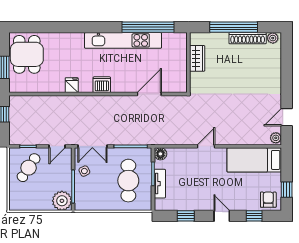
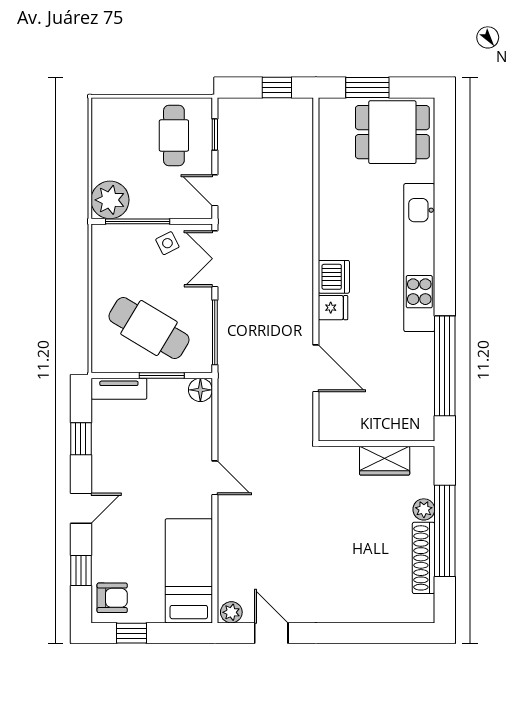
plant: (273, 38) -> (424, 509), moved
kitchen unit: (123, 40) -> (419, 258), moved
fridge: (72, 85) -> (333, 308), moved
cafe table: (29, 168) -> (174, 136), turned 56
cafe table: (128, 181) -> (149, 328), turned 31
tv unit: (160, 184) -> (119, 389), moved

